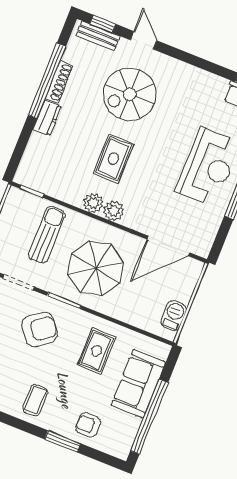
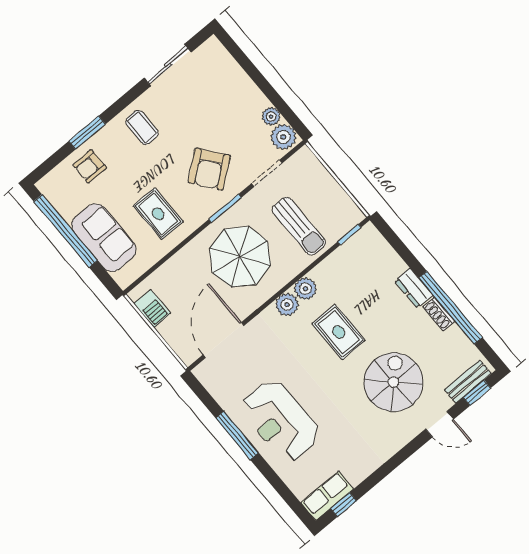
shoe rack: (59, 82) -> (439, 314), width x0.70
armchair: (88, 425) -> (90, 166), turned 180

